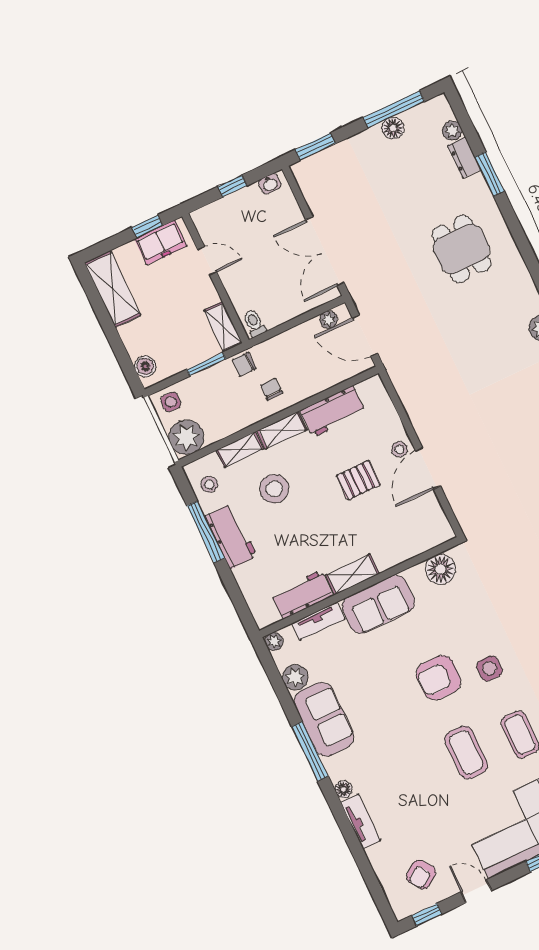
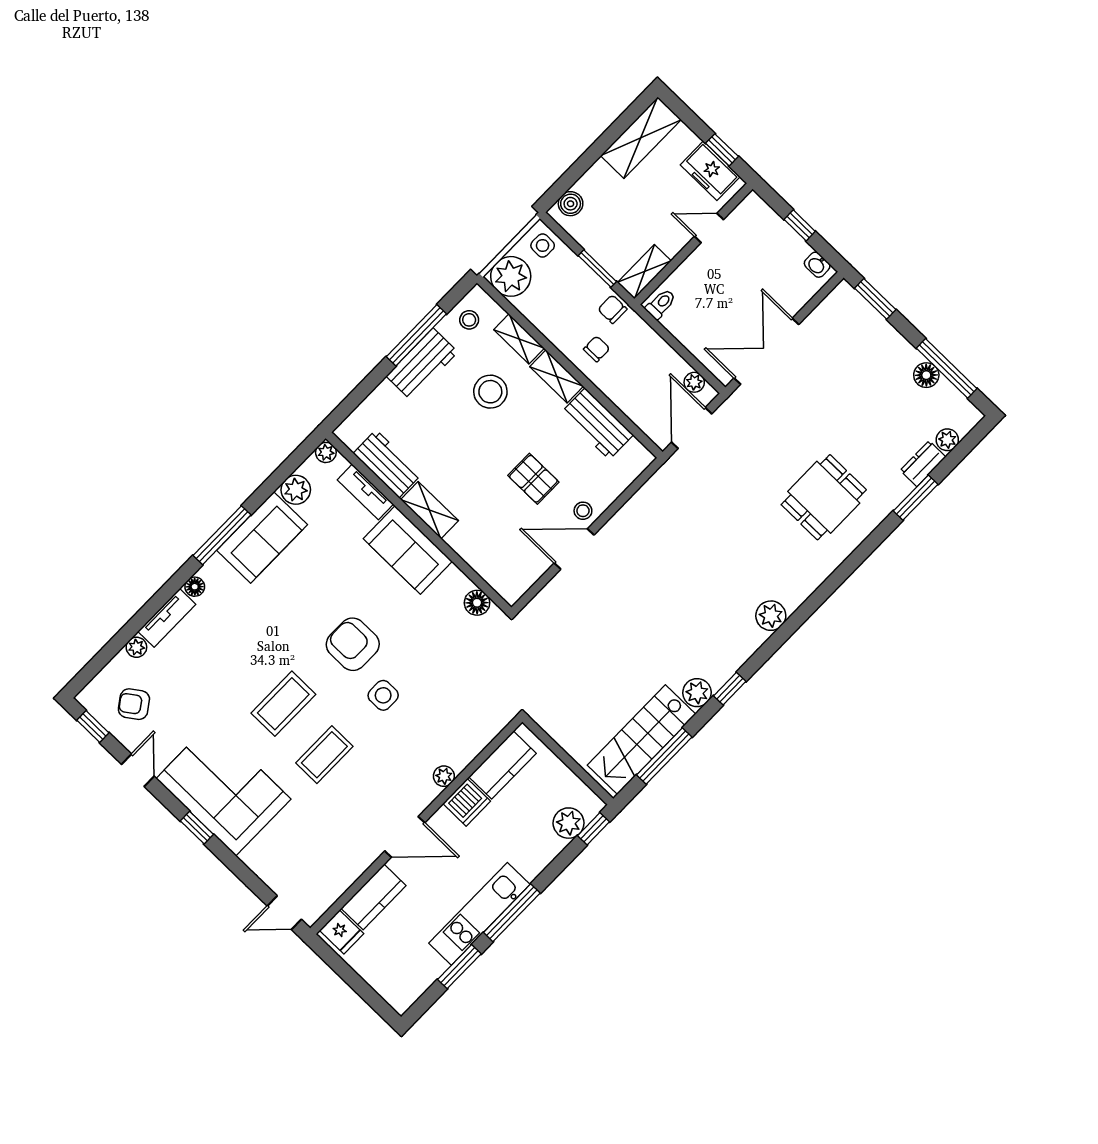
door: (207, 261) -> (709, 228), swing flipped
floor lamp: (440, 569) -> (477, 603), width x0.73, depth x0.73
plant: (375, 855) -> (136, 647), added

